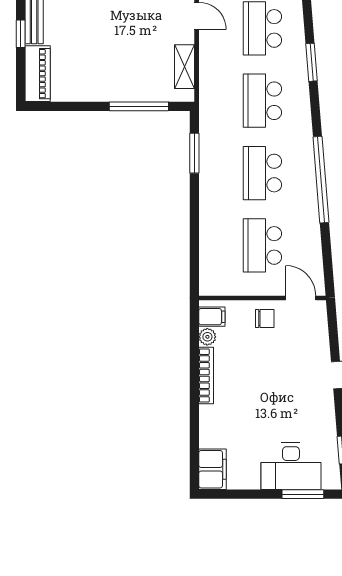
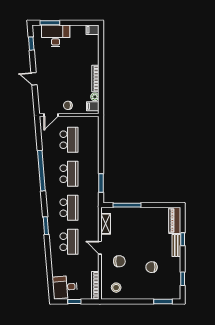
door: (301, 298) -> (51, 115), hinge flipped
filing cabinet: (213, 469) -> (92, 30), width x0.50

